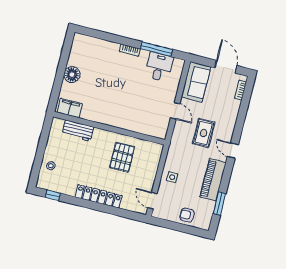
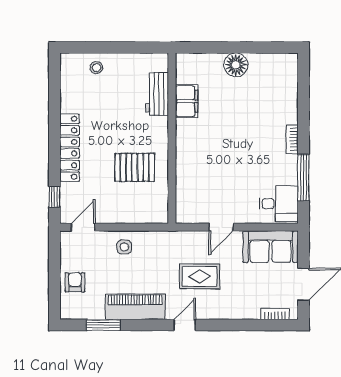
desk: (159, 67) -> (279, 204), moved
filing cabinet: (70, 108) -> (187, 101), moved
window: (53, 195) -> (54, 197), moved

